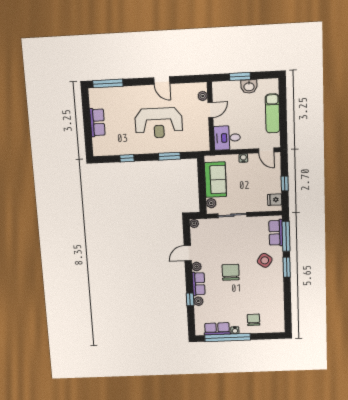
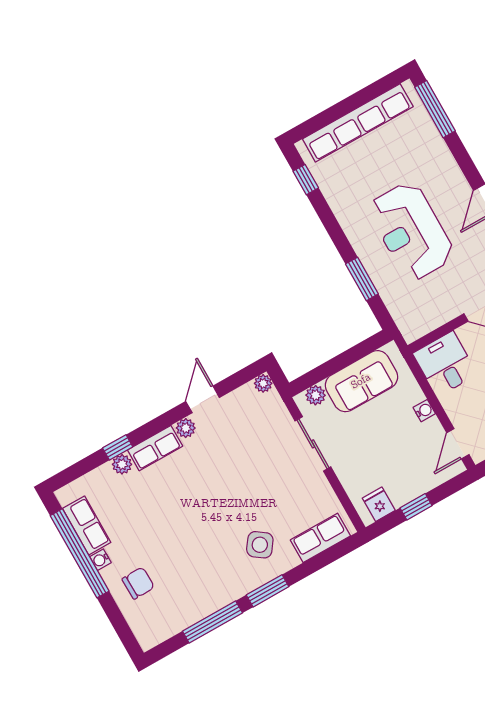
row of seats: (97, 122) -> (358, 123), width x2.02
window: (127, 158) -> (306, 180), moved
window: (286, 236) -> (212, 622), moved
door: (188, 253) -> (203, 399), hinge flipped
chair: (231, 272) -> (207, 495), removed

